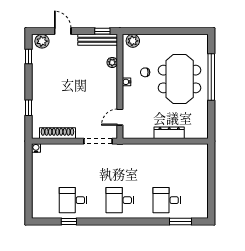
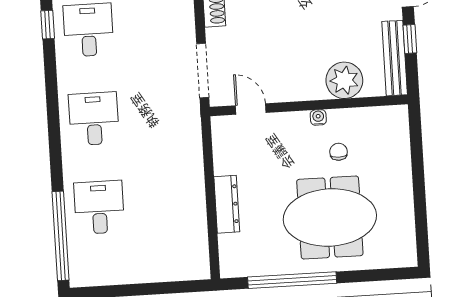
window: (102, 31) -> (410, 39), moved
plant: (133, 41) -> (397, 125), removed
plant: (112, 62) -> (344, 80), width x1.87, depth x1.87
window: (211, 77) -> (292, 280), moved
window: (180, 221) -> (61, 236), width x2.11

